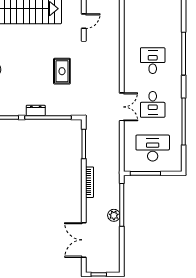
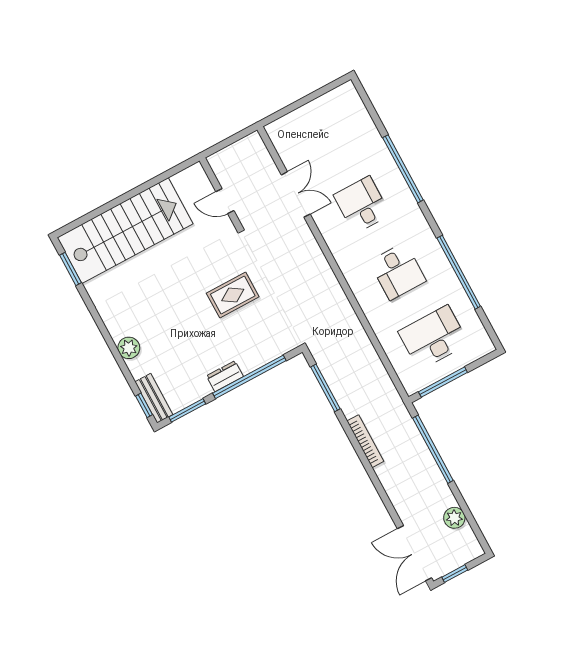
door: (84, 21) -> (225, 201), swing flipped
rug: (62, 71) -> (233, 295), turned 90
double door: (122, 107) -> (296, 194), moved
plant: (114, 215) -> (454, 518), moved
double door: (84, 240) -> (414, 553), moved

